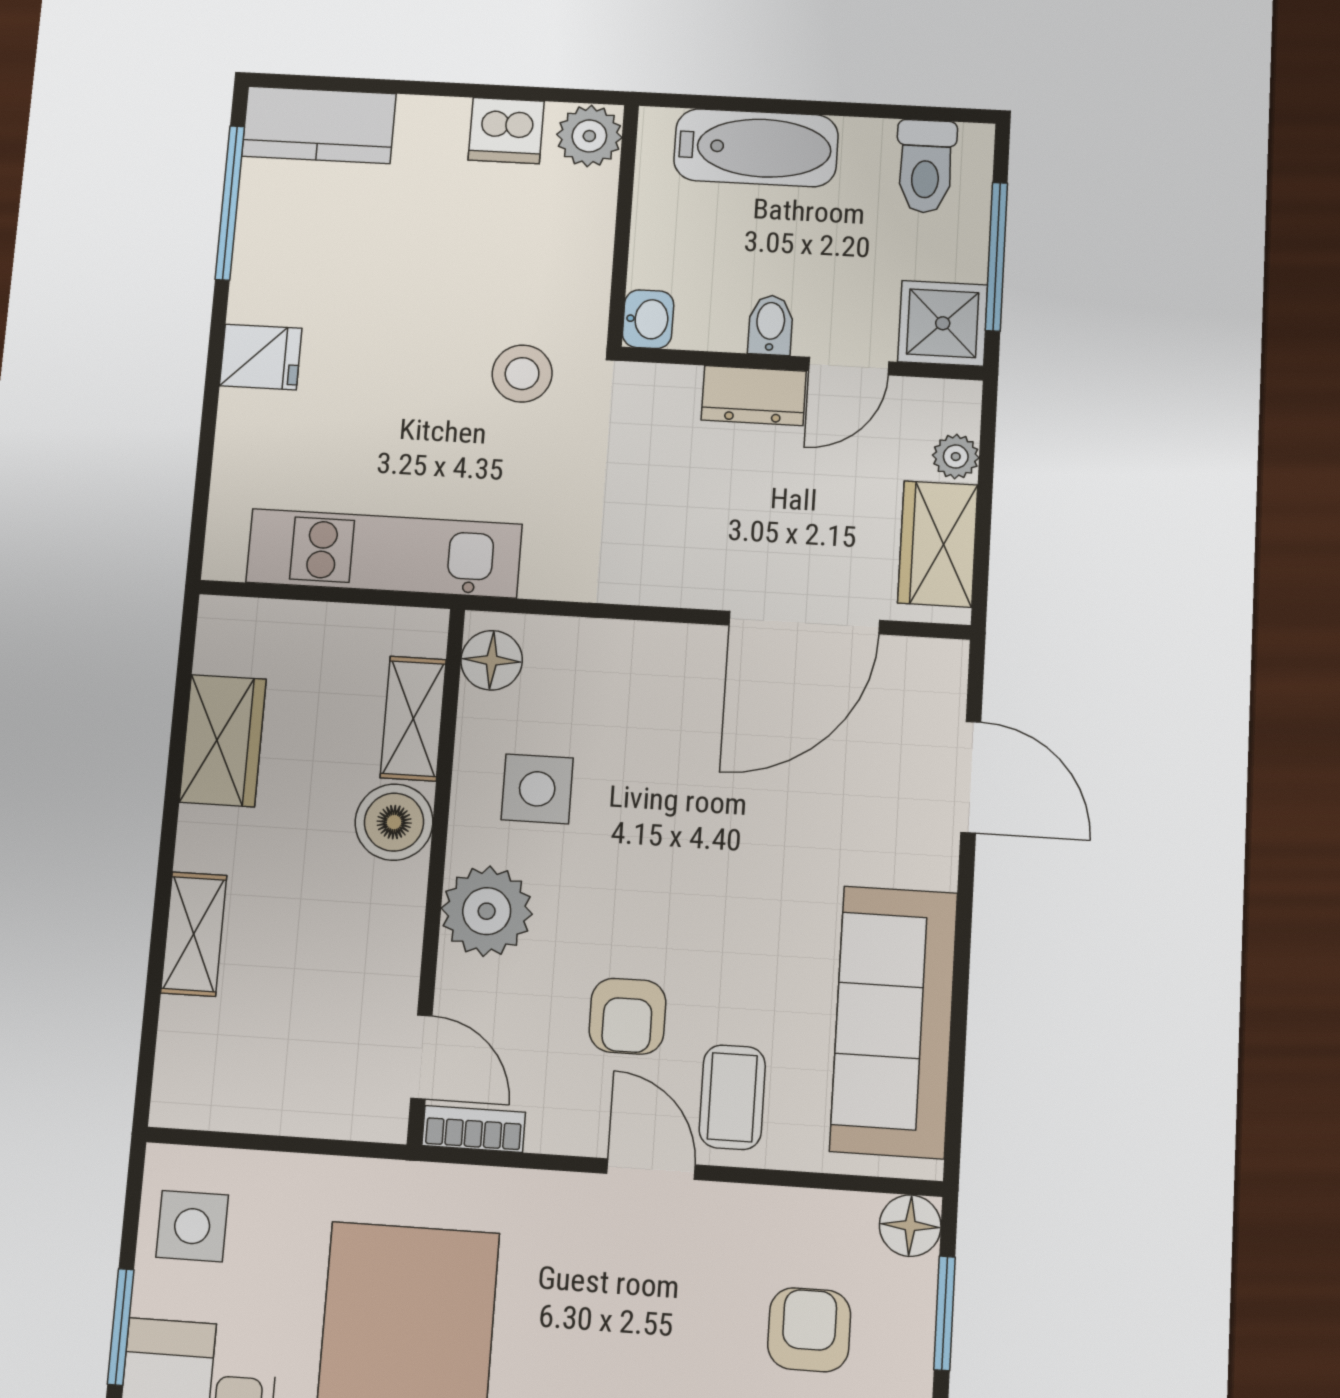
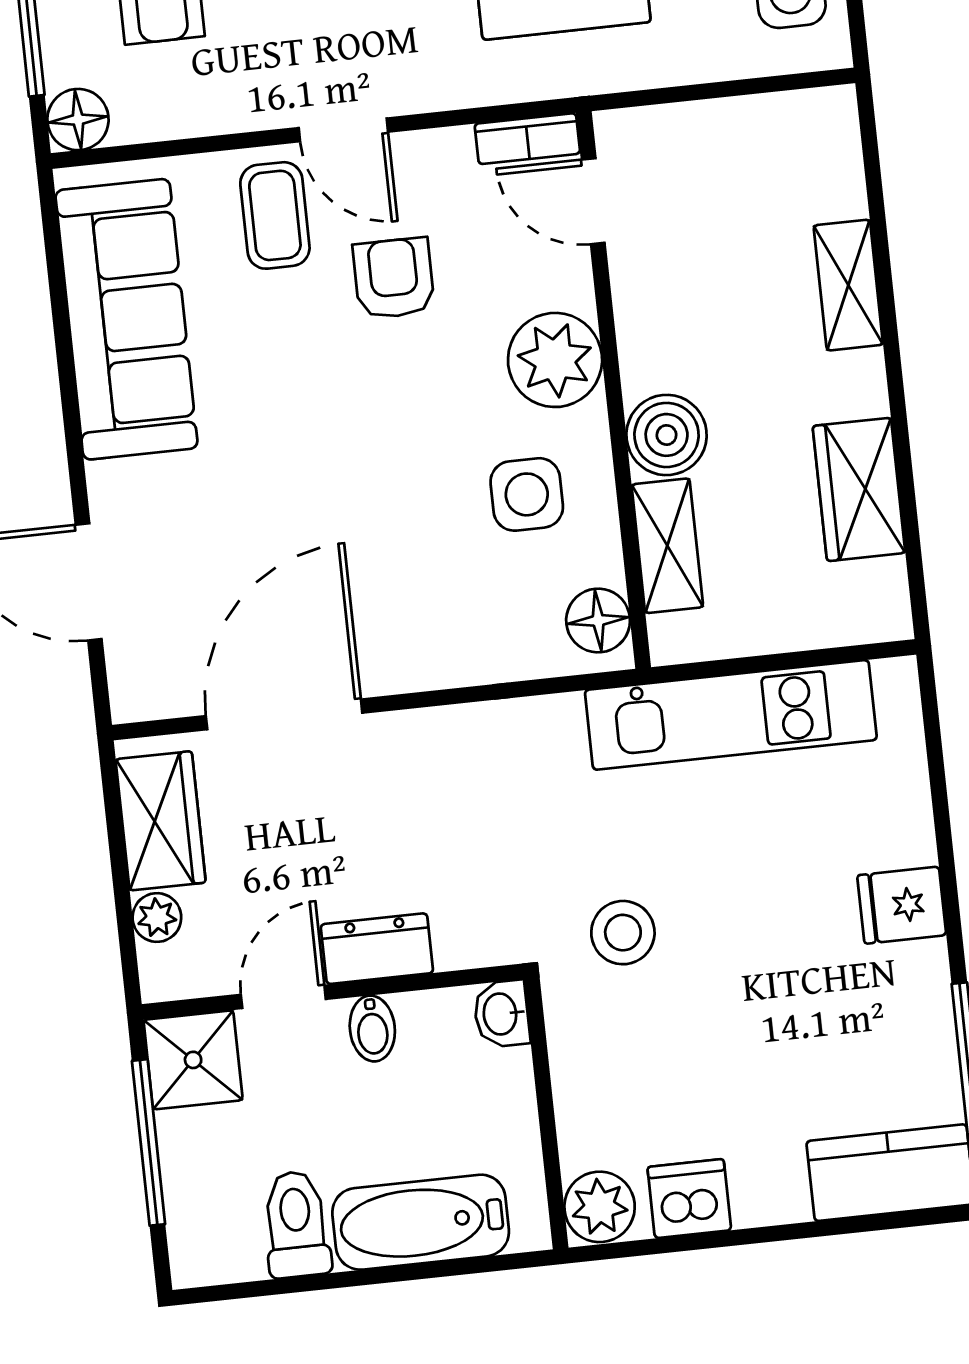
toilet: (926, 166) -> (296, 1224), moved

